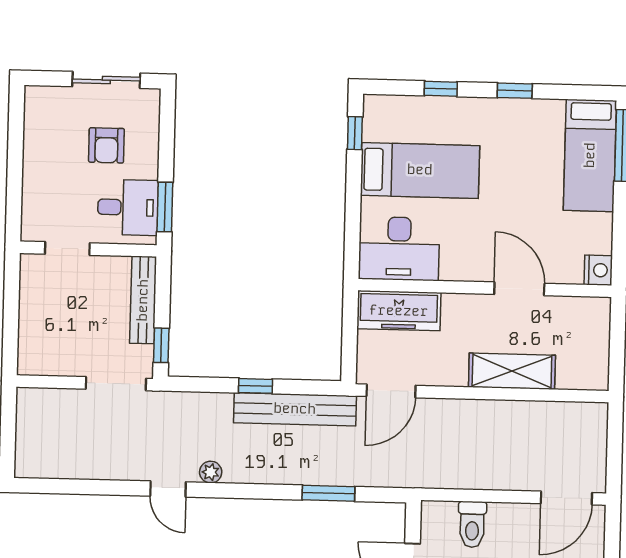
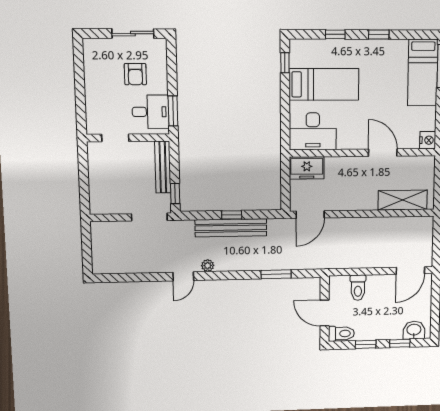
freezer: (399, 311) -> (307, 168), width x0.71
shelving: (512, 371) -> (403, 200), moved
bench: (295, 409) -> (231, 228), moved
door: (168, 489) -> (183, 276), hinge flipped

